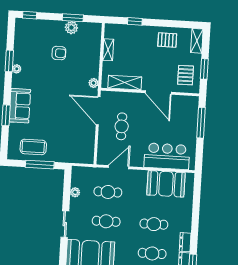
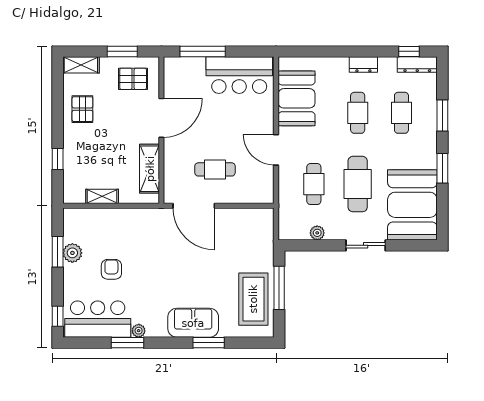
bar counter: (26, 42) -> (98, 319), added
plant: (94, 83) -> (153, 215), removed
door: (98, 111) -> (194, 206), hinge flipped
coffee table: (33, 147) -> (253, 299), width x1.36, depth x1.32
bar counter: (167, 156) -> (239, 75), moved, turned -90
door: (119, 167) -> (276, 150), moved
cafe table: (106, 221) -> (358, 184), width x1.37, depth x1.35
dresser: (185, 242) -> (363, 65), moved

